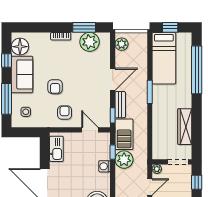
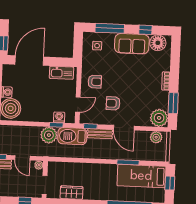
plant: (90, 42) -> (159, 118), moved
armchair: (55, 87) -> (113, 103), moved
window: (150, 92) -> (128, 162), moved
wardrobe: (185, 127) -> (72, 193), width x0.67
washing machine: (105, 166) -> (59, 117), moved

